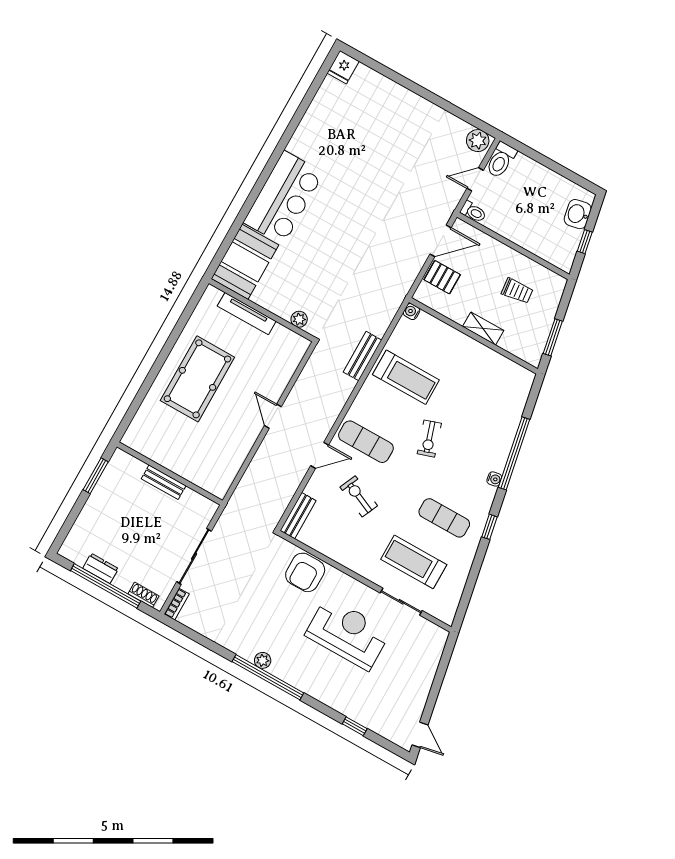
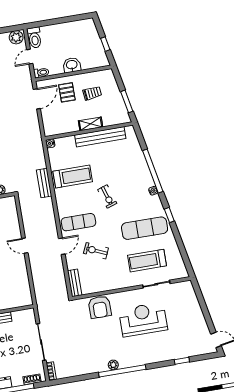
washbasin: (578, 214) -> (72, 65), moved, turned 101
pallet: (442, 277) -> (67, 92), moved, turned 90
bench: (482, 355) -> (100, 137), added
exercise mat: (444, 518) -> (145, 228), width x1.36, depth x1.45

